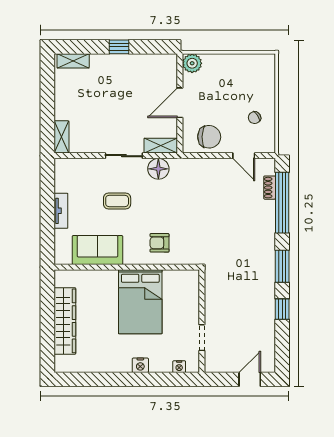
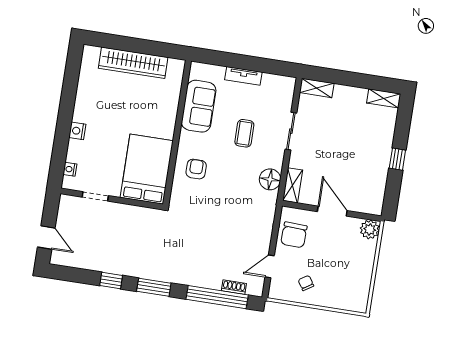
shelving: (73, 61) -> (384, 98), moved, turned 90
sliding door: (124, 156) -> (291, 131), moved
bed: (140, 302) -> (147, 169), moved, turned 90

